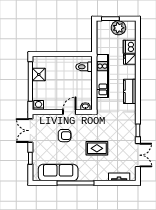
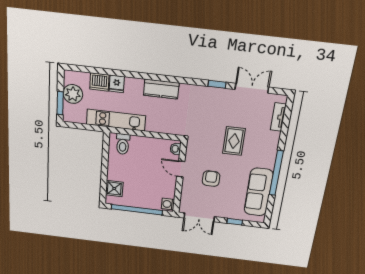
shower: (39, 75) -> (114, 189), moved
kitchen unit: (102, 76) -> (116, 120), moved

